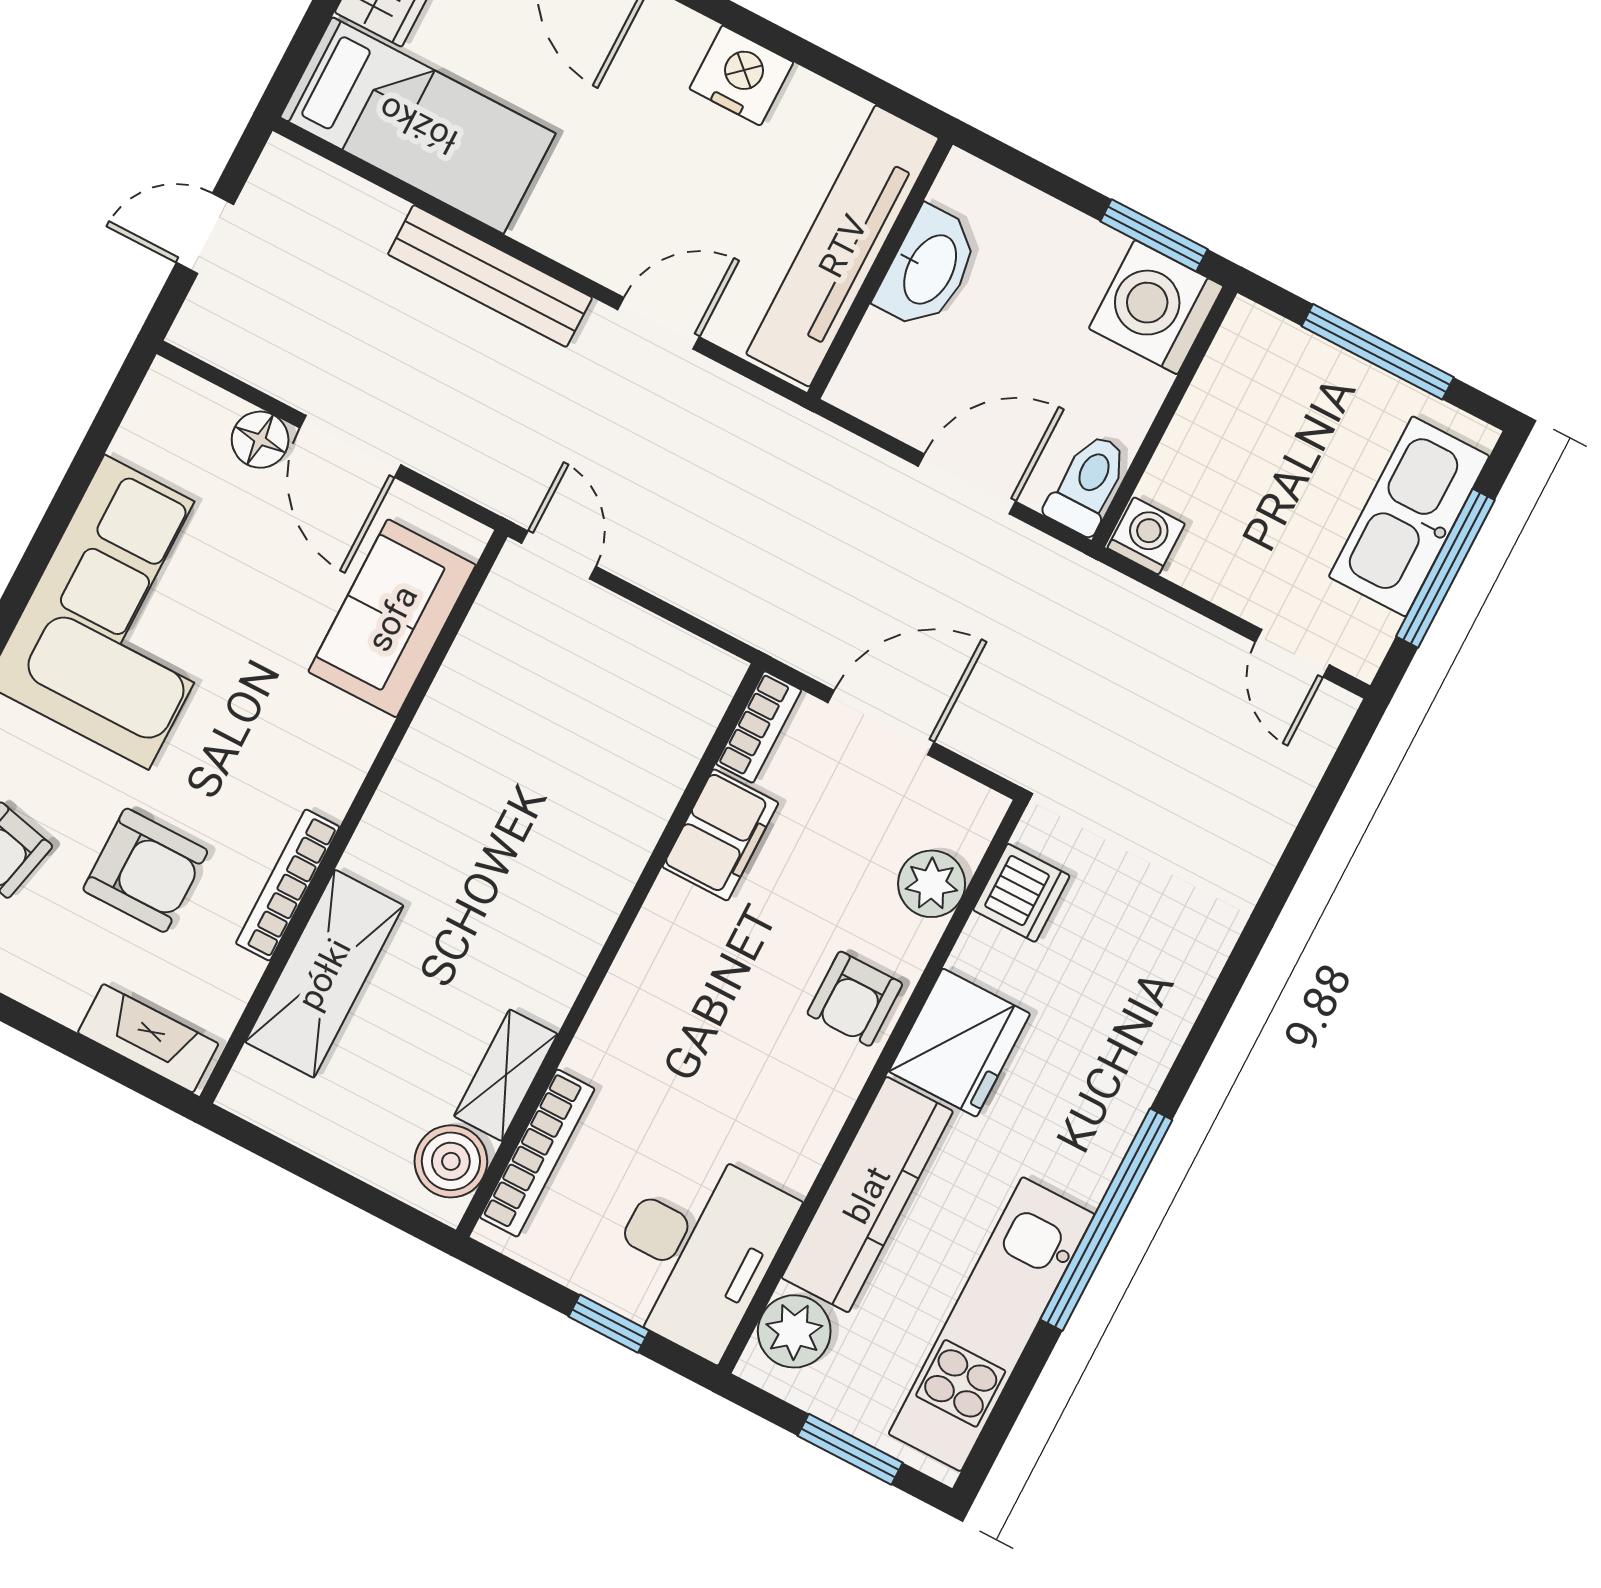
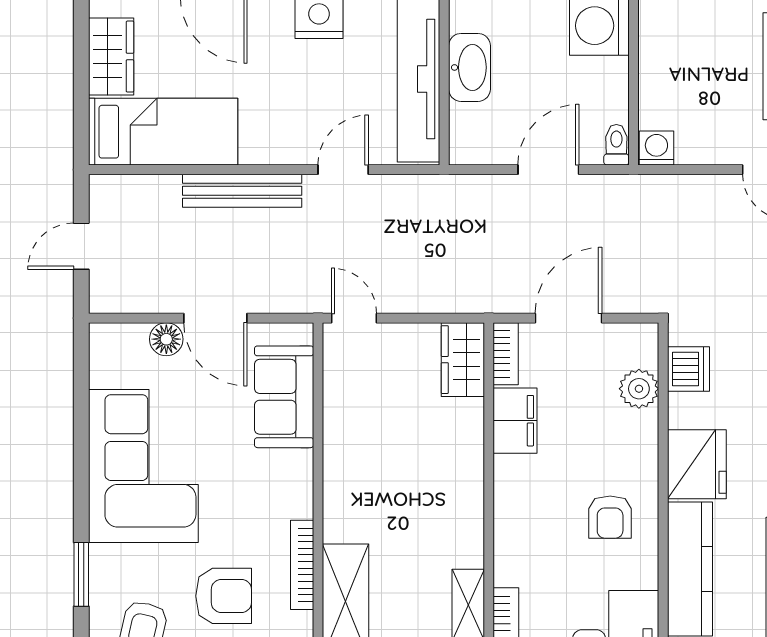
toilet: (1088, 484) -> (616, 145), width x0.73, depth x0.72
wardrobe: (690, 702) -> (463, 360), added
armchair: (855, 999) -> (610, 517), moved

